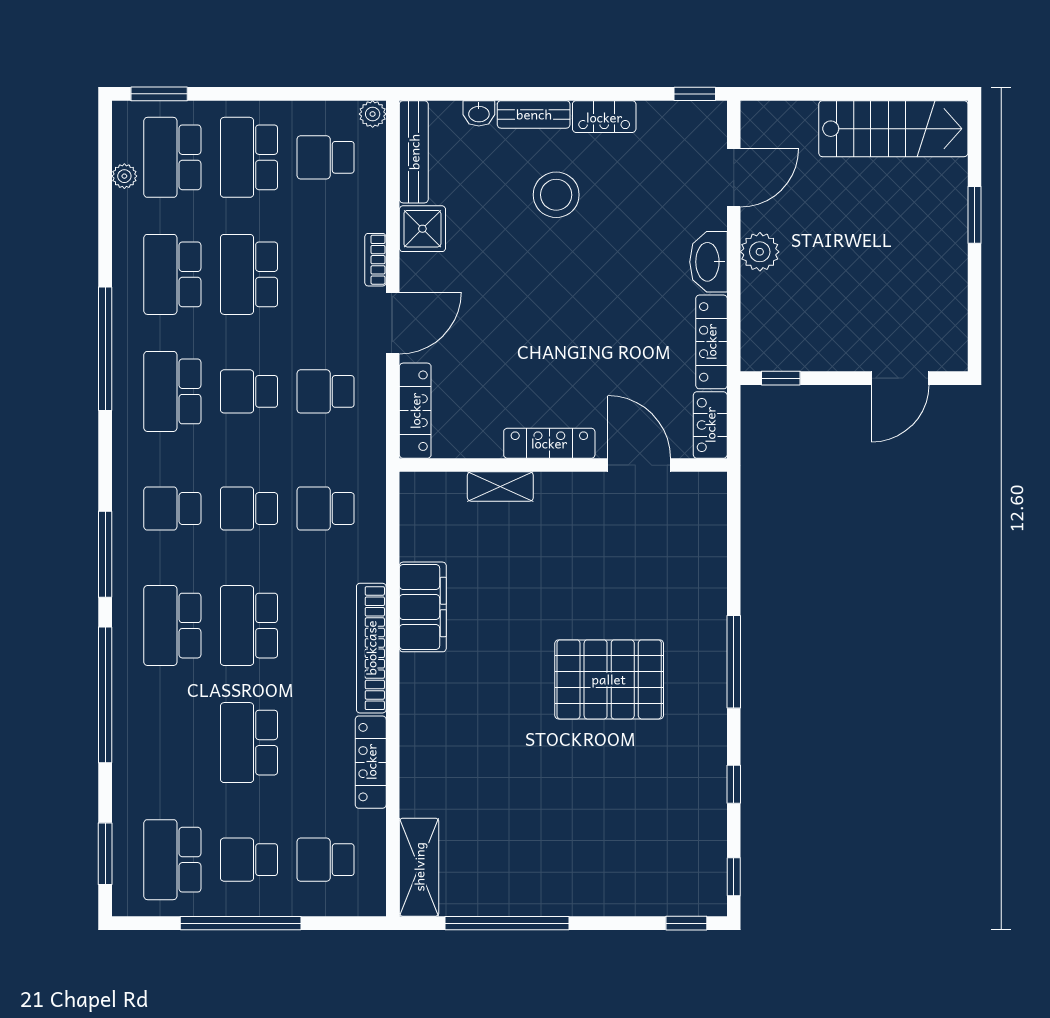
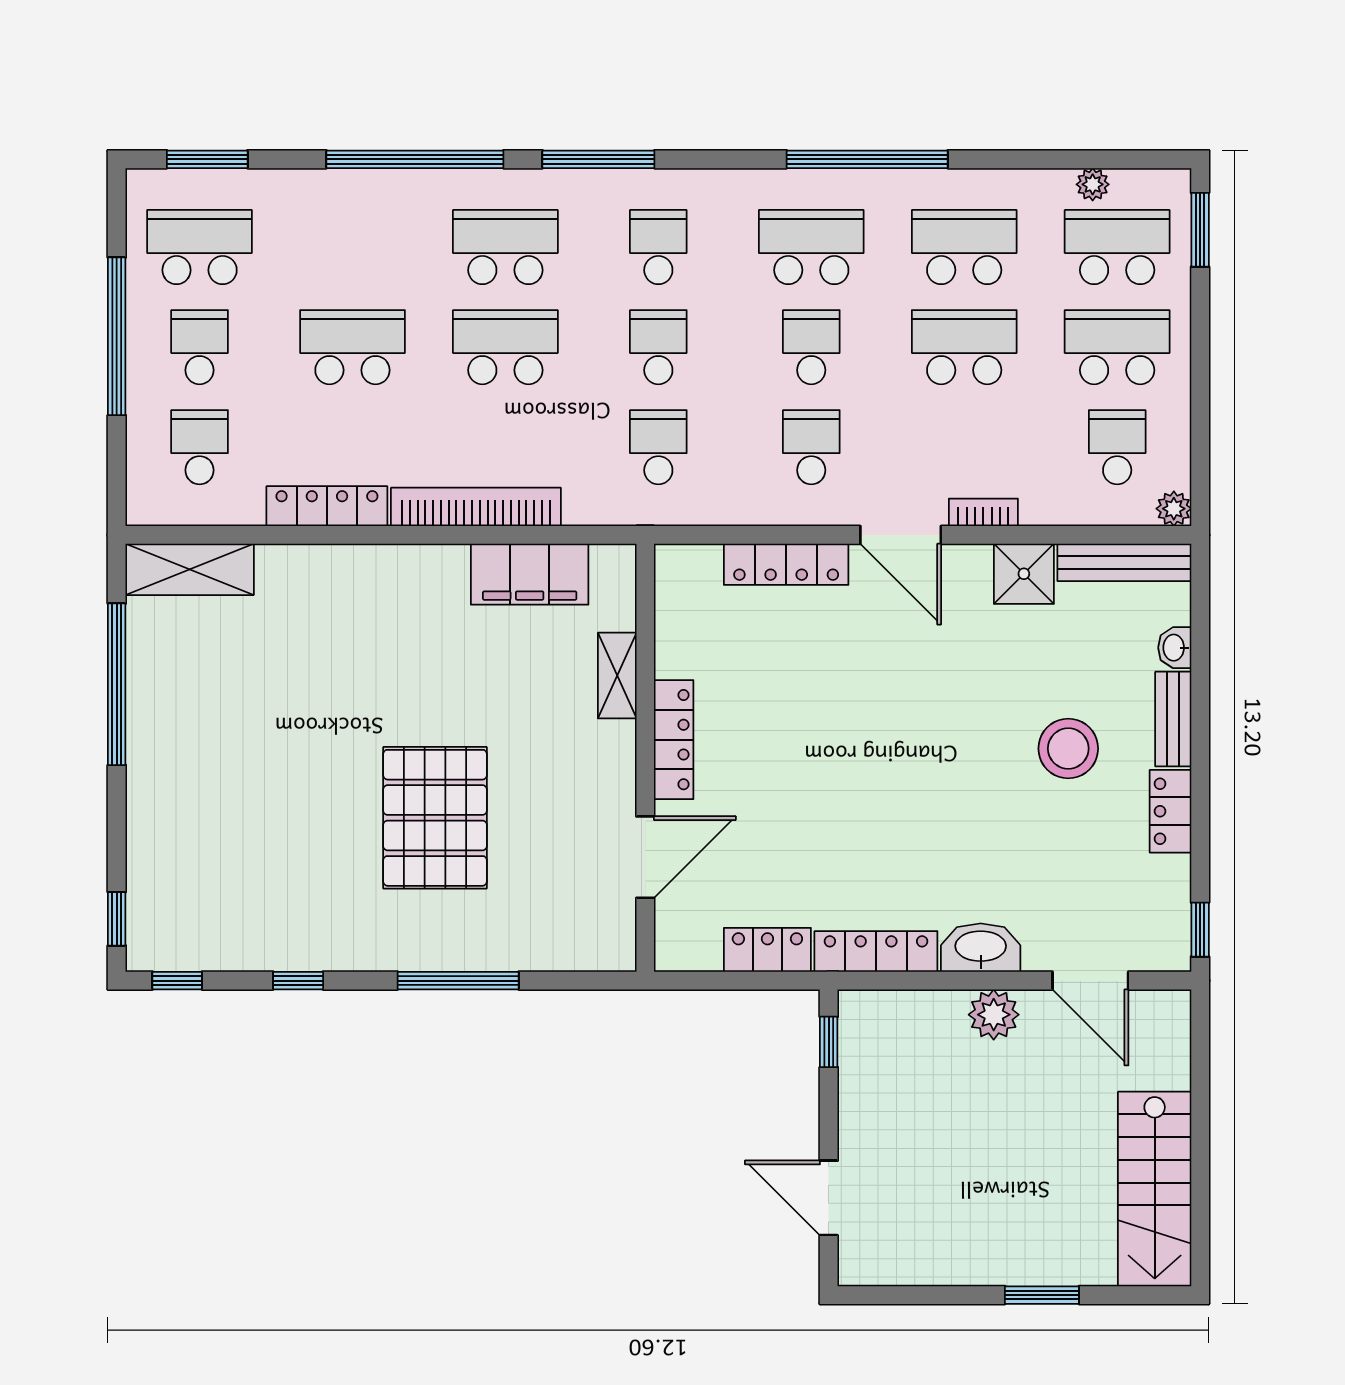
locker: (549, 443) -> (674, 740), moved
wall: (563, 465) -> (645, 758), moved
door: (639, 465) -> (645, 857), moved
shelving: (500, 486) -> (617, 676), moved

